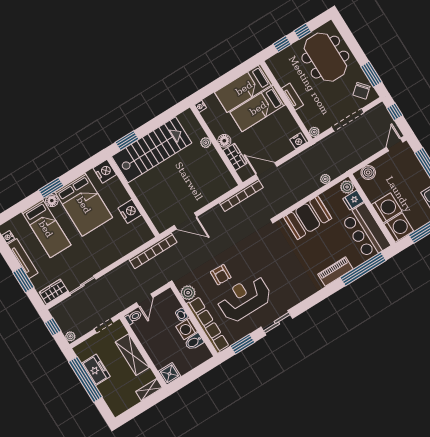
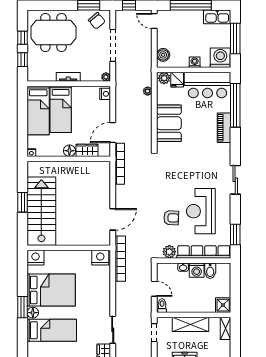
window: (127, 141) -> (23, 202), moved
plant: (206, 143) -> (62, 166), removed
washing machine: (387, 208) -> (195, 62), width x0.53, depth x0.53
nightstand: (130, 211) -> (100, 258), moved
sliding door: (277, 323) -> (235, 180), moved

